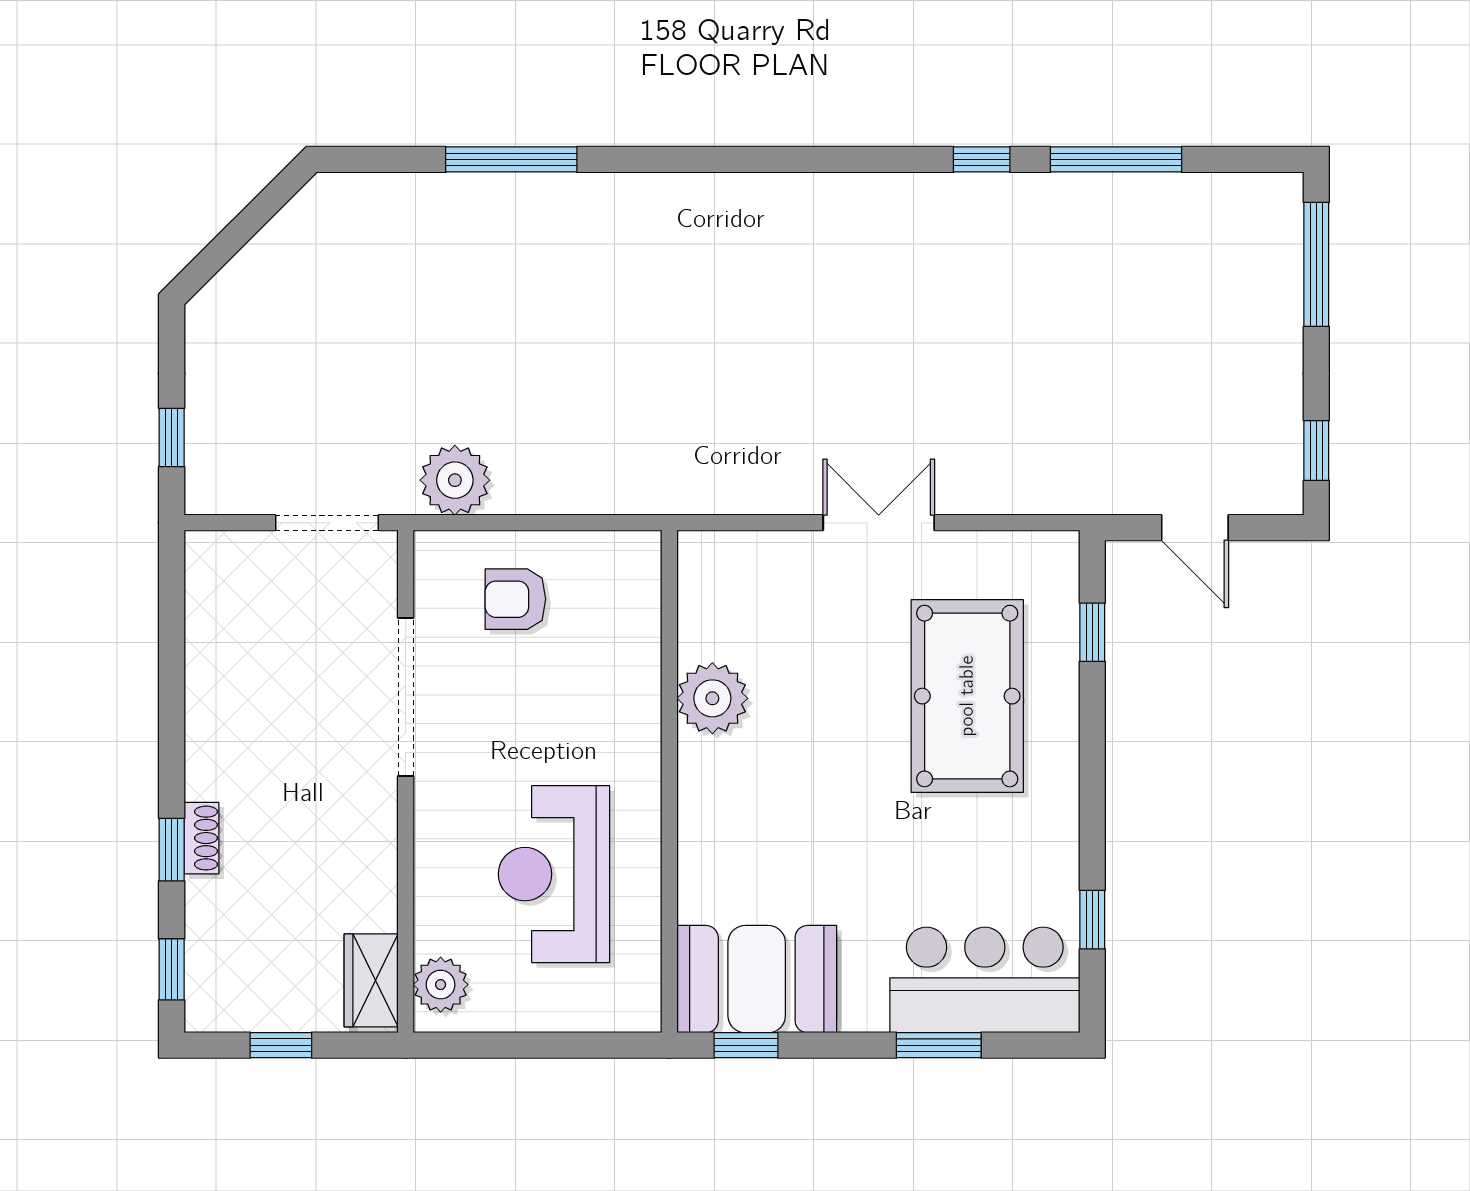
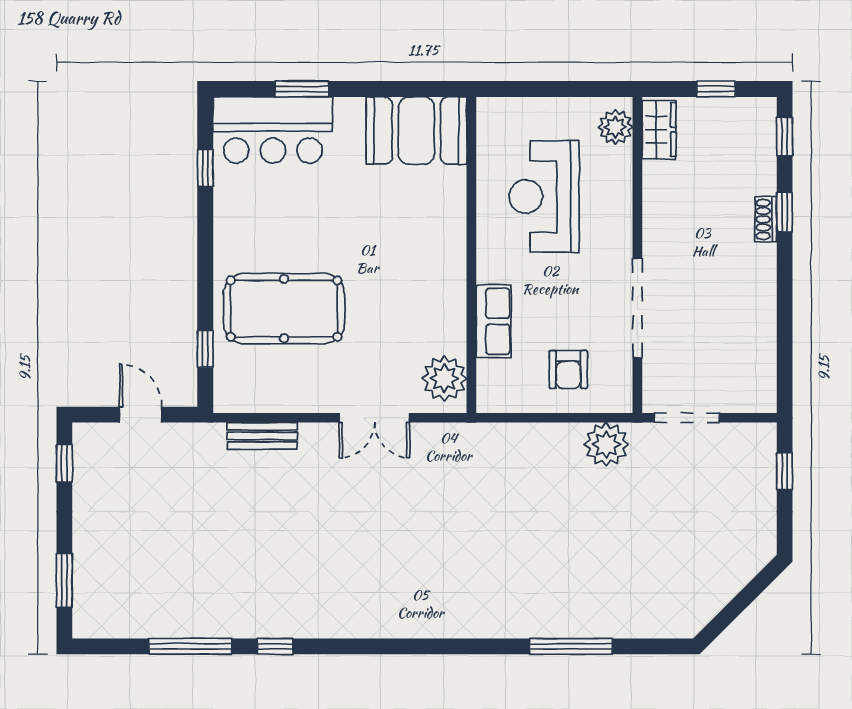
window: (1316, 264) -> (64, 580), width x0.69
bench: (1002, 494) -> (262, 436), added
double door: (879, 523) -> (375, 418), moved
armchair: (515, 599) -> (568, 370), turned 90
row of seats: (634, 676) -> (494, 321), added
pool table: (967, 696) -> (284, 309), turned 90
plant: (712, 698) -> (444, 378), moved
reception desk: (554, 874) -> (544, 197), turned 180
window: (746, 1045) -> (423, 89), removed

